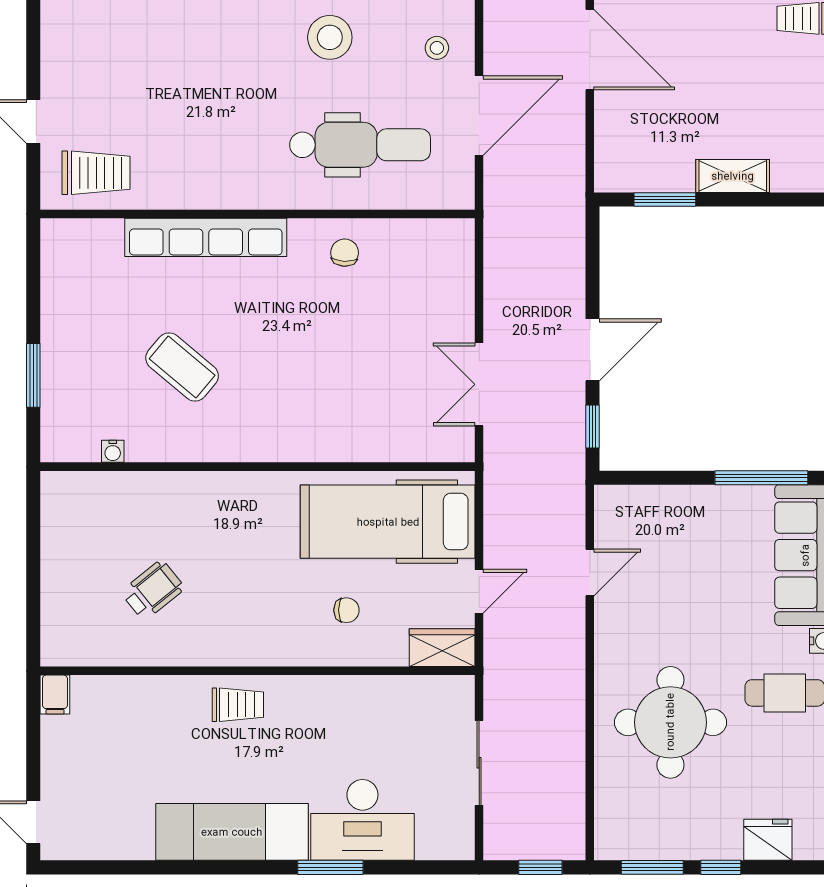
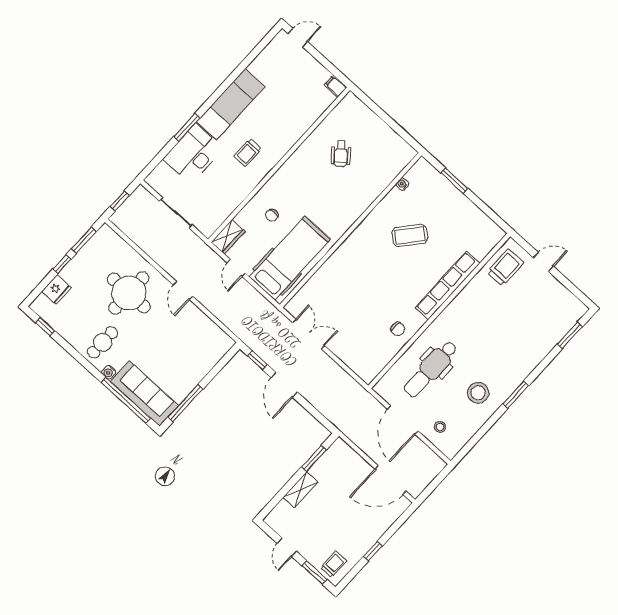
trolley: (96, 173) -> (505, 267), turned 180
door: (590, 572) -> (183, 291), moved
trolley: (238, 705) -> (248, 153), moved

